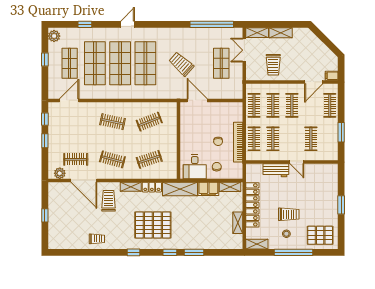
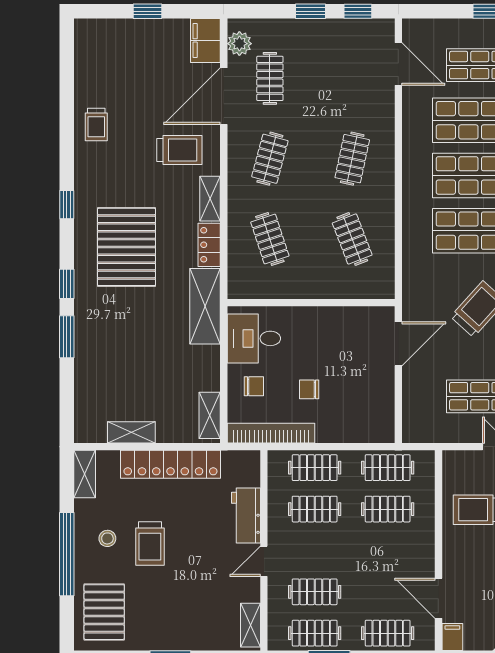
clothes rail: (292, 105) -> (315, 633), moved
bookcase: (238, 142) -> (271, 433), moved
shelving: (326, 168) -> (250, 625), added
filing cabinet: (208, 189) -> (205, 40), moved

